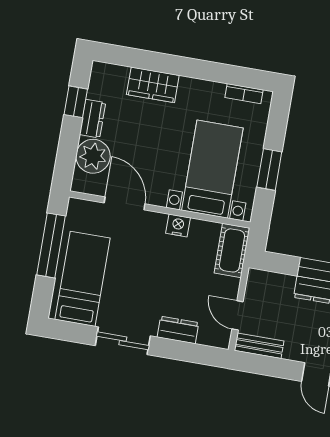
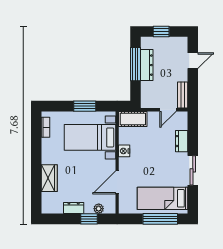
window: (76, 102) -> (89, 219), moved
plant: (93, 156) -> (99, 209), width x0.53, depth x0.53
window: (51, 245) -> (160, 219), moved

